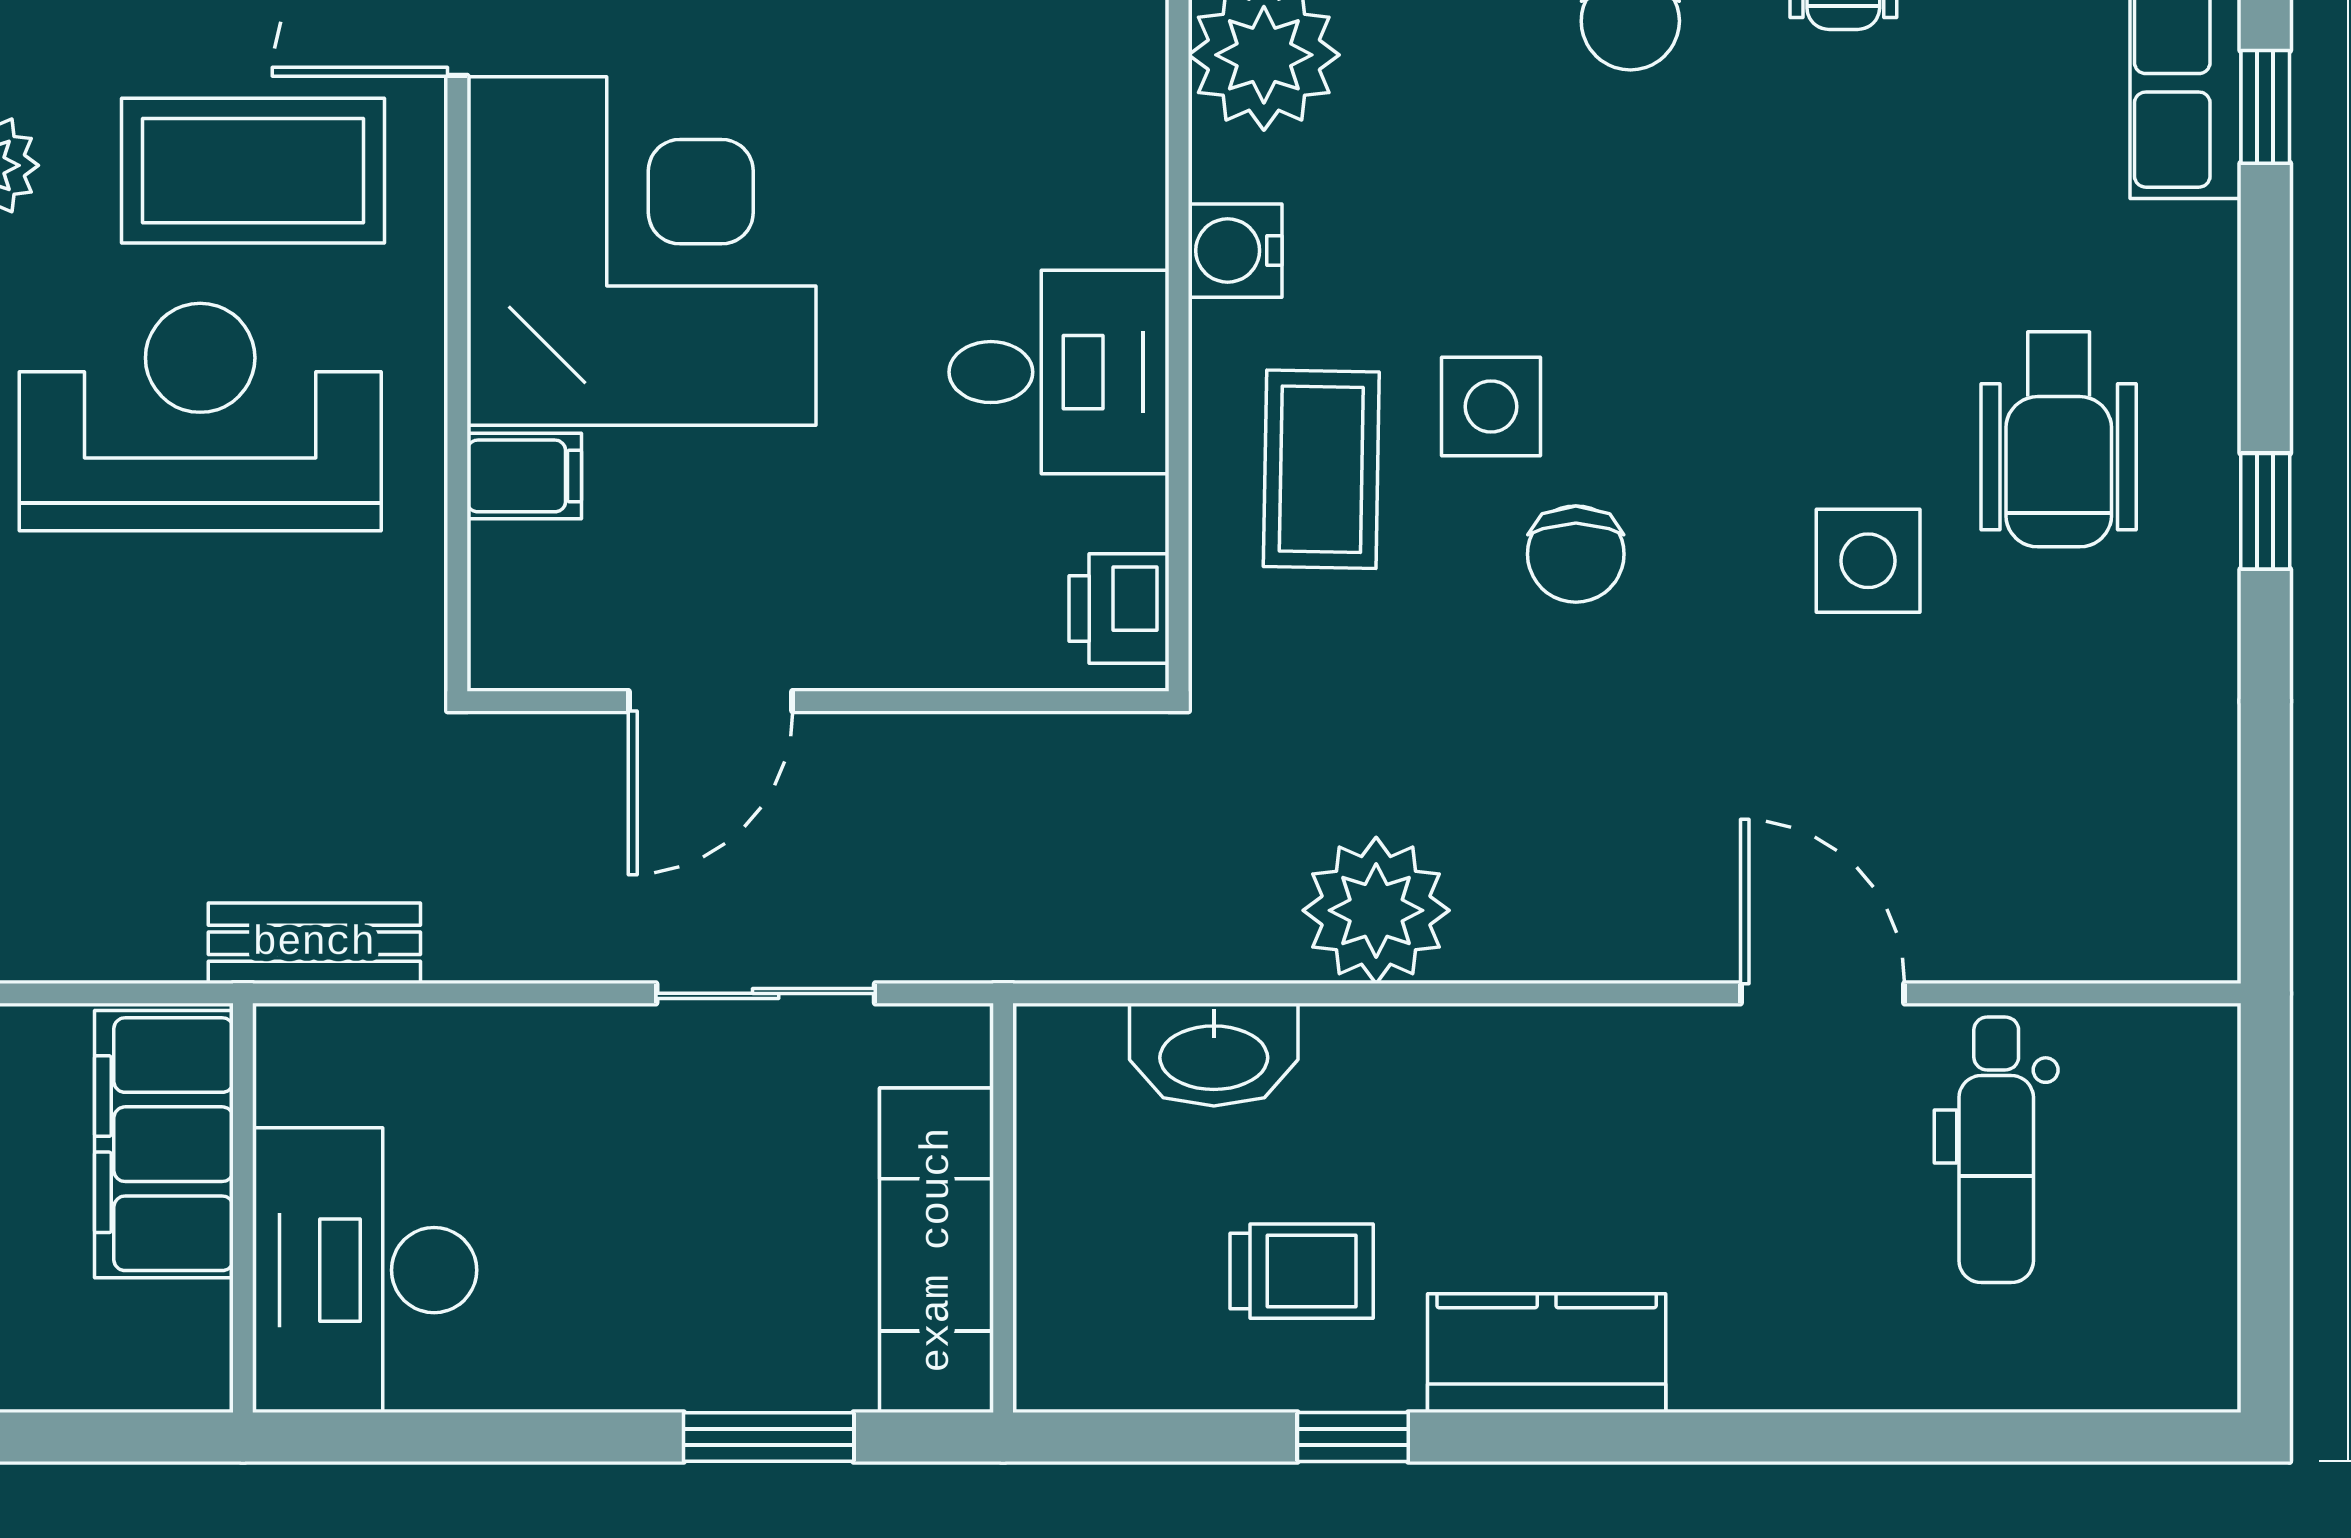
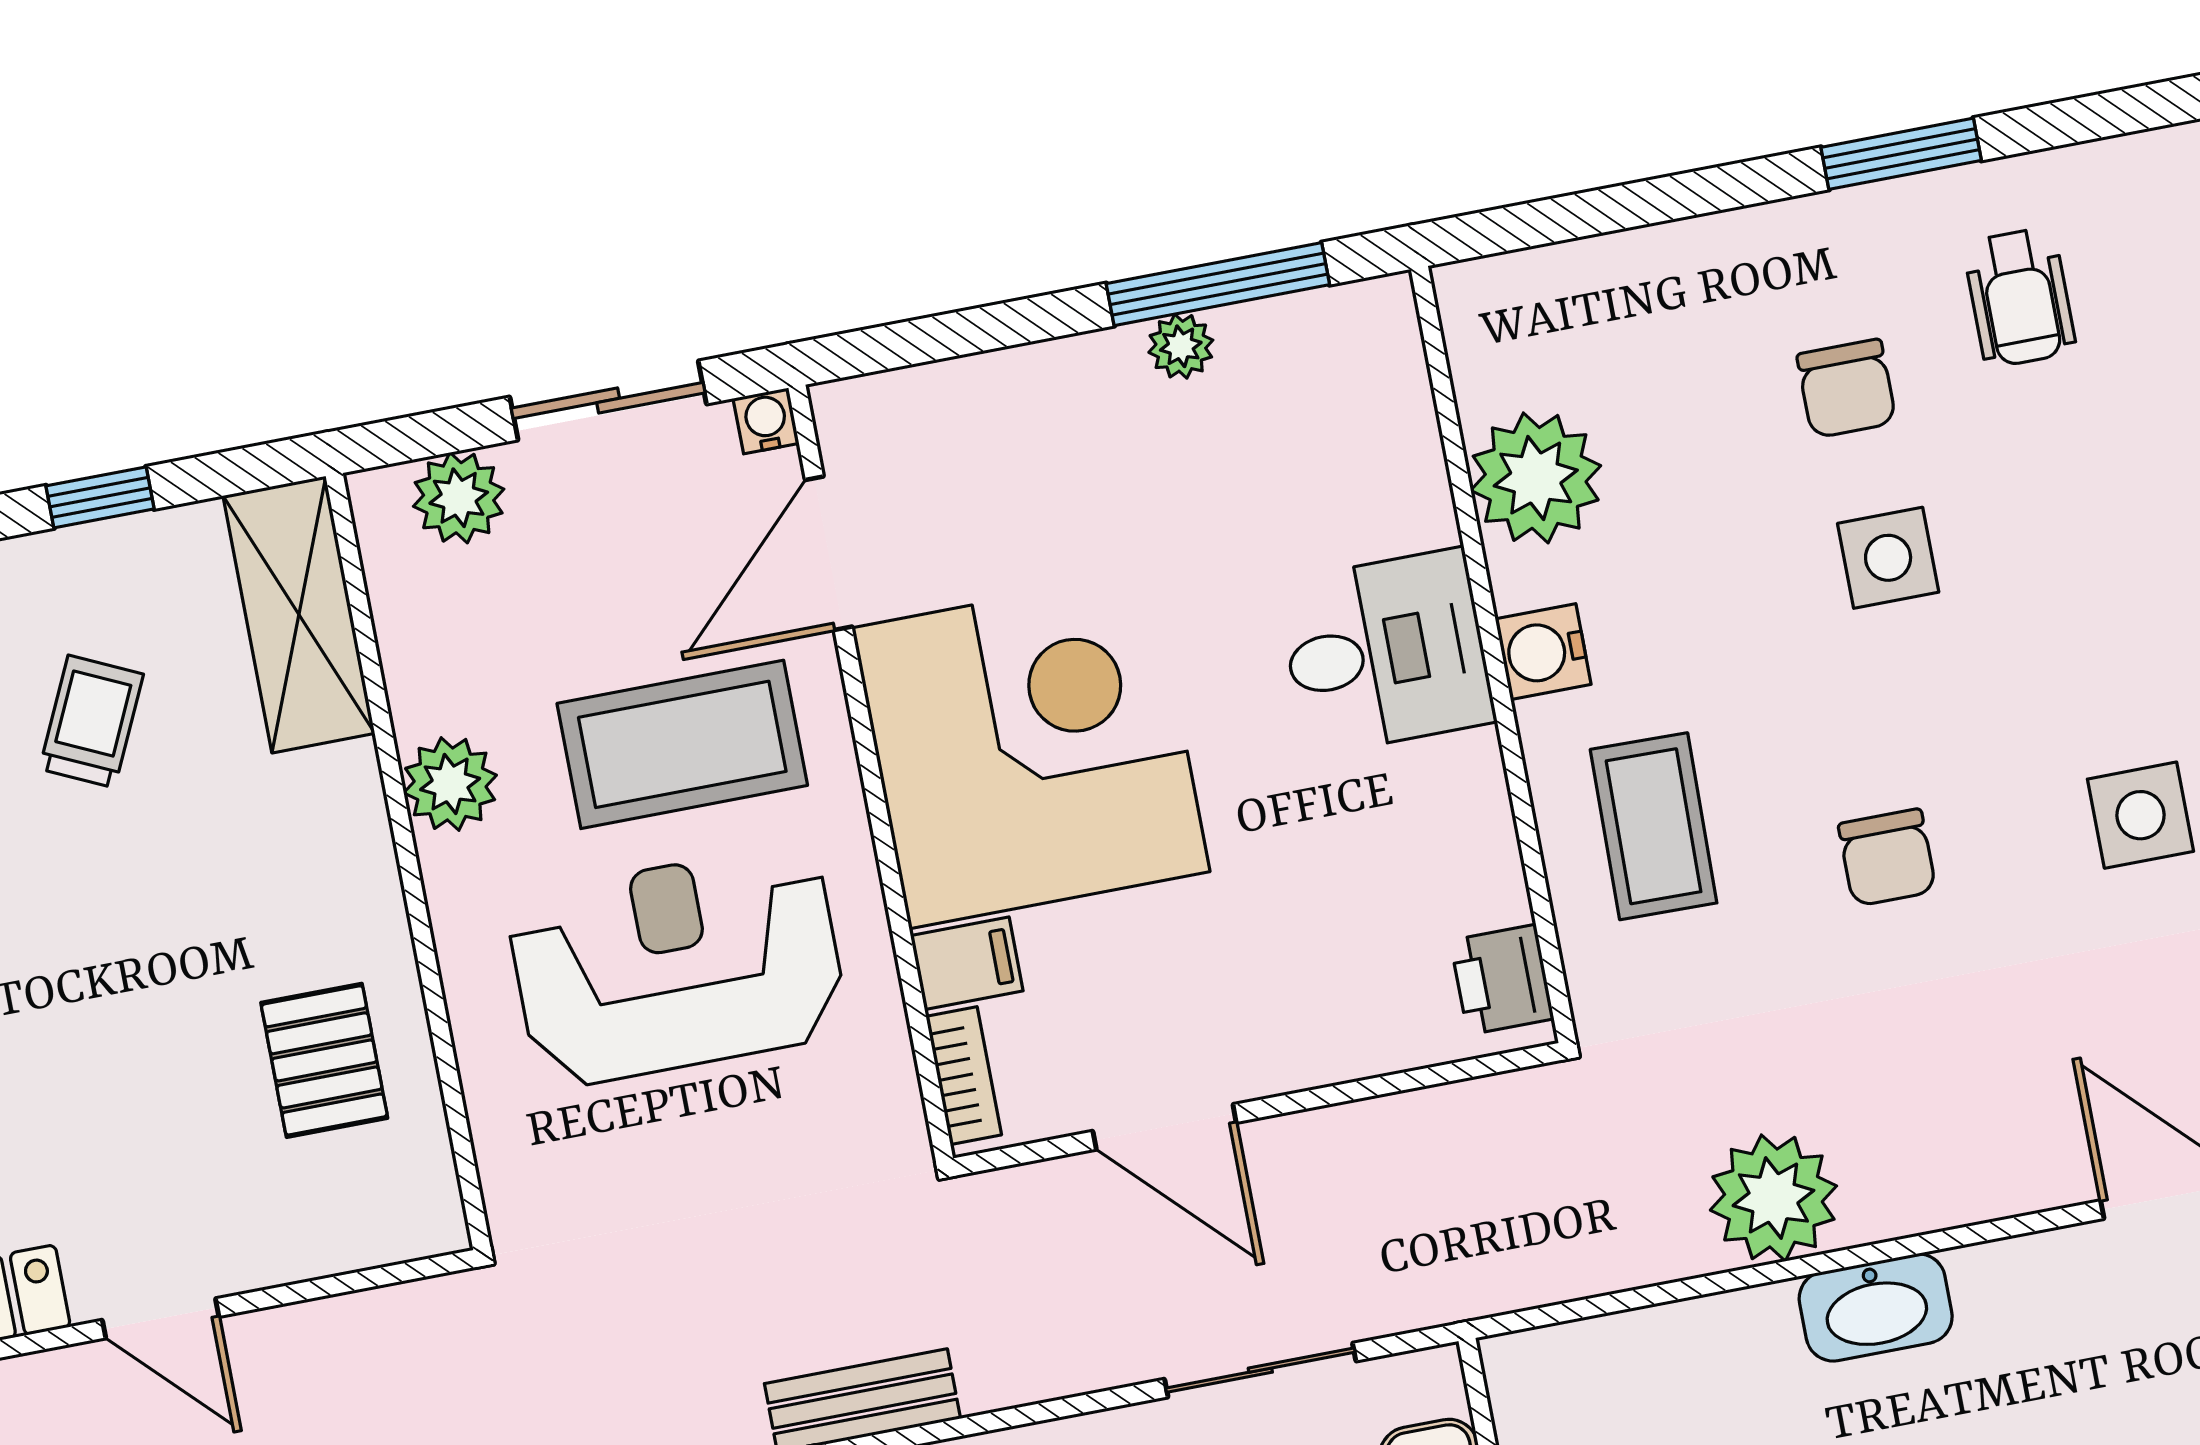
desk: (1059, 372) -> (1386, 652), moved
side table: (1491, 407) -> (1888, 558), moved
bookcase: (497, 601) -> (964, 1076), added
door: (710, 701) -> (1165, 1127), hinge flipped
washbasin: (1214, 1055) -> (1876, 1307), moved

